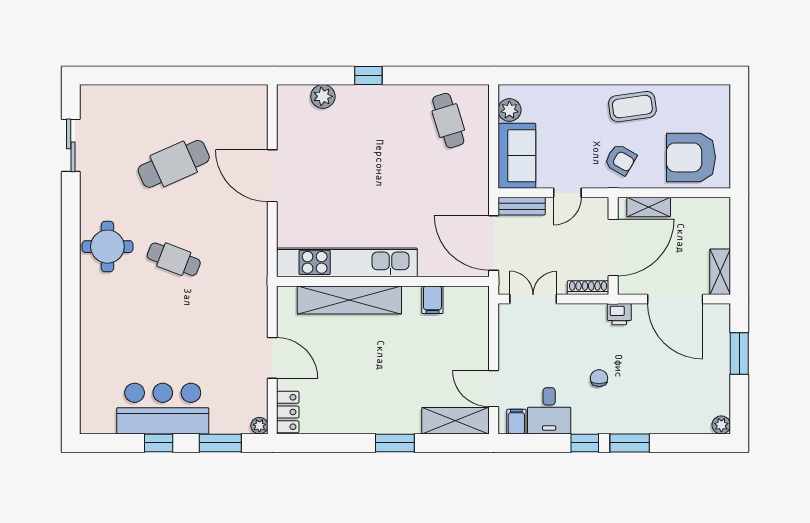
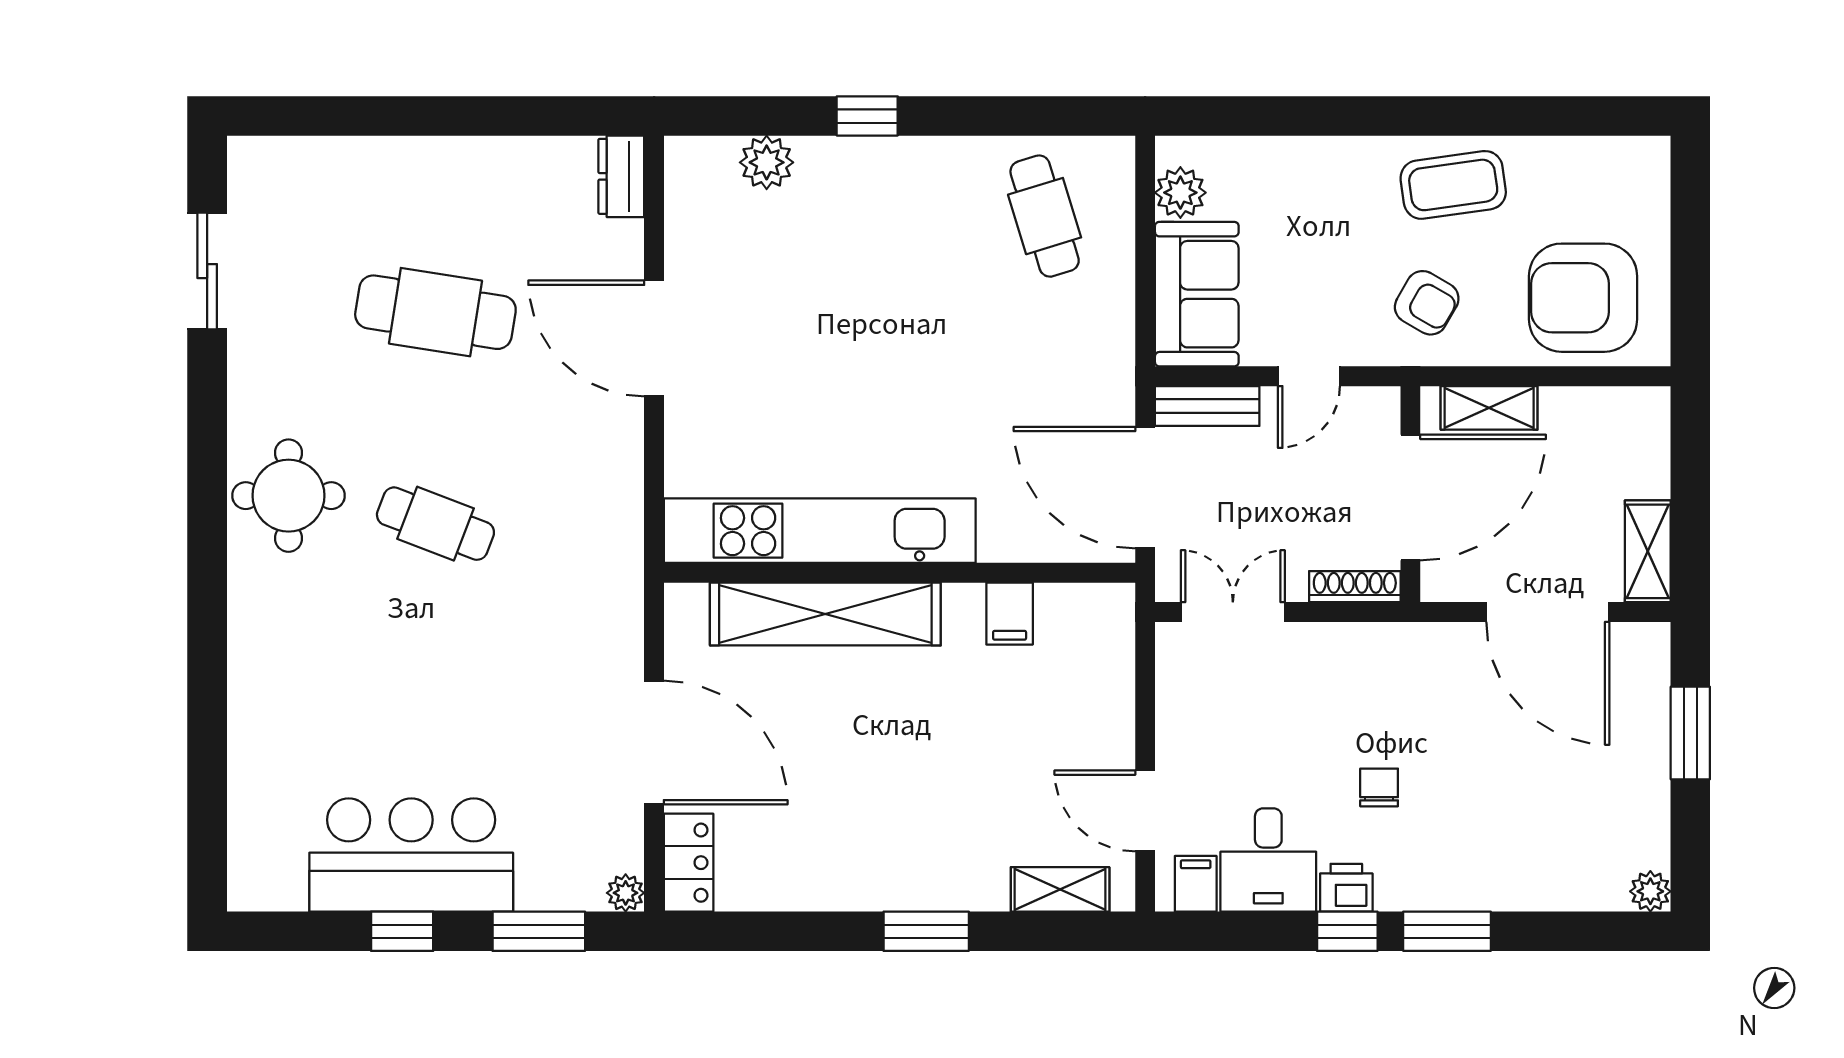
dresser: (257, 103) -> (621, 176), added
cafe table: (174, 164) -> (435, 312), turned 33
printer: (619, 314) -> (1346, 888), moved, turned 180
door: (272, 358) -> (654, 743), width x1.36
shelving: (455, 421) -> (1060, 889), width x0.67, depth x0.75

